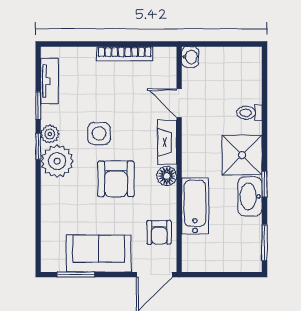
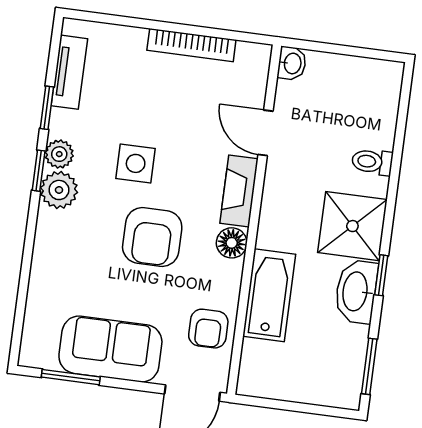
plant: (57, 161) -> (59, 190), width x0.73, depth x0.73

